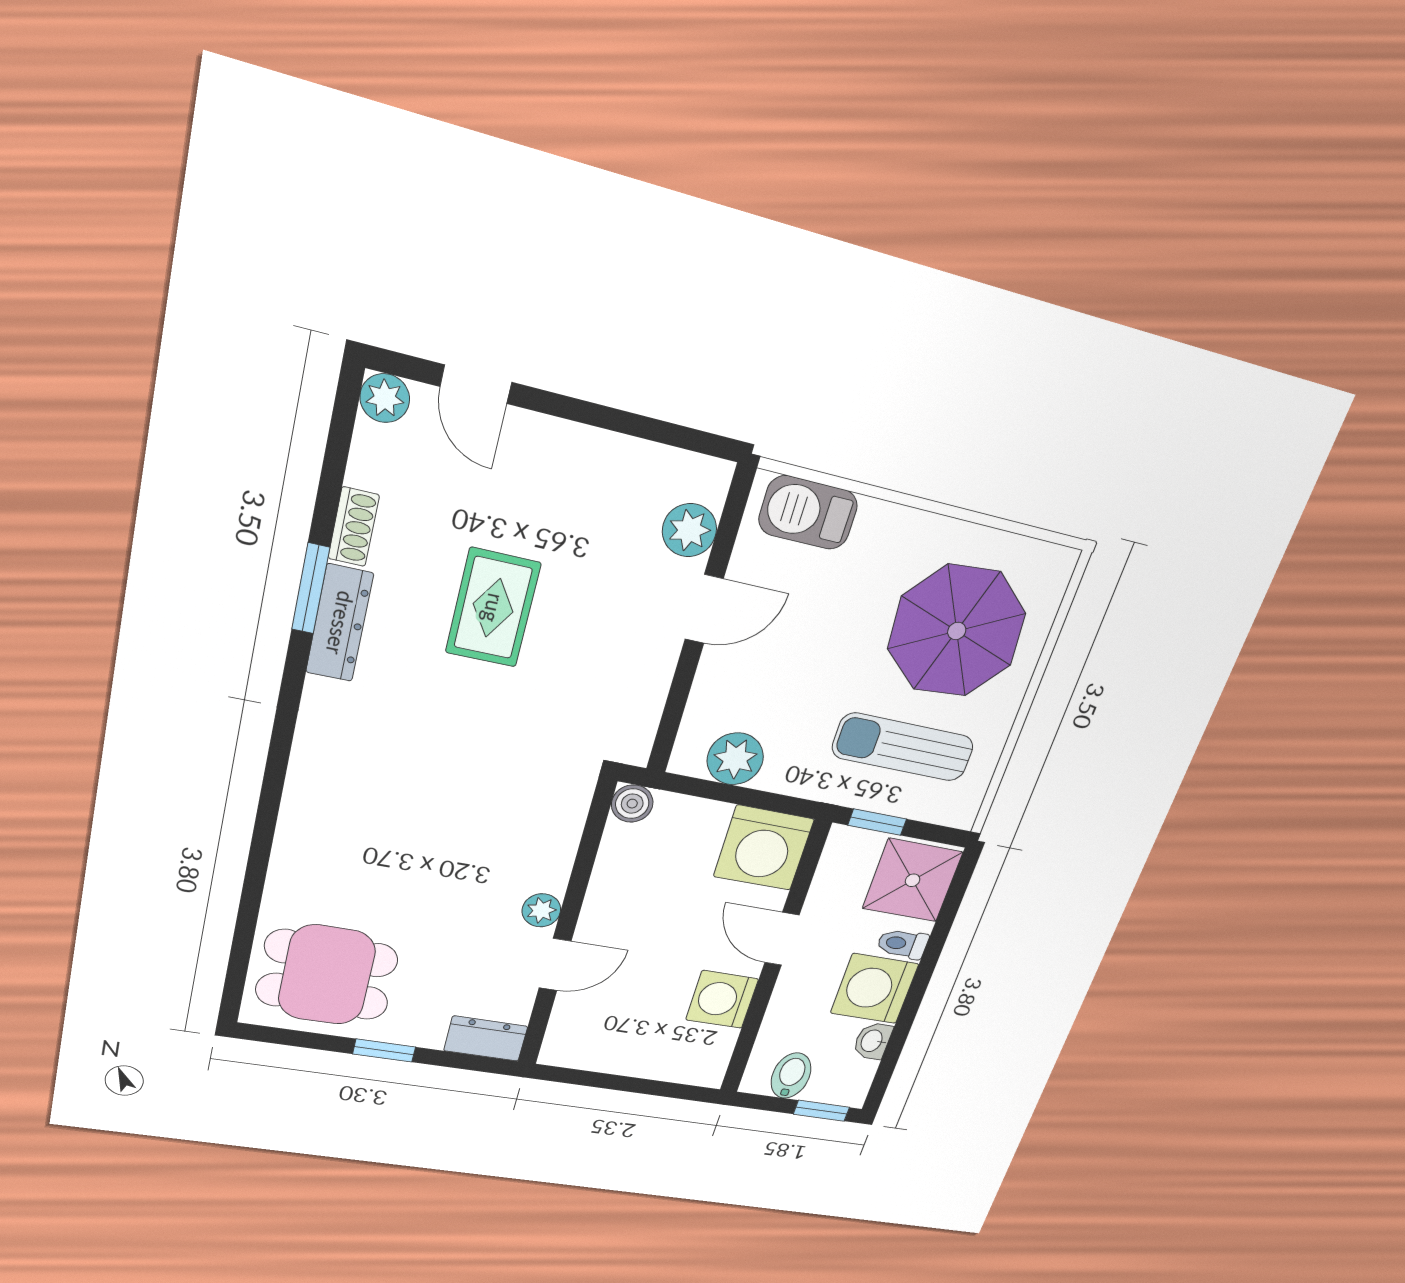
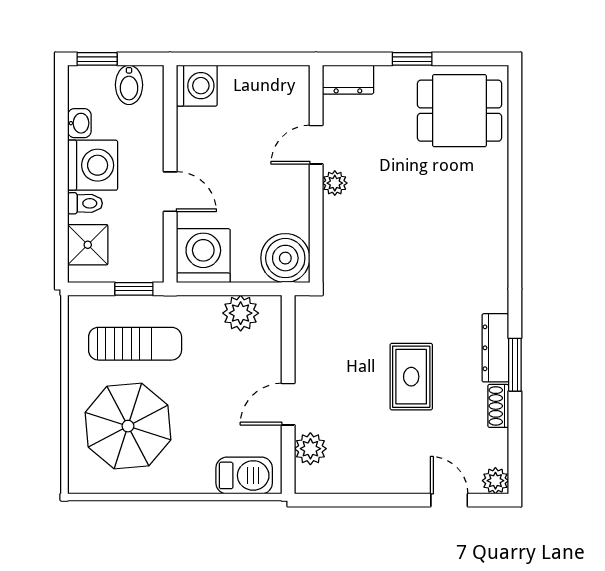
boiler: (632, 804) -> (285, 258), width x1.86, depth x1.86
shower: (913, 880) -> (88, 245), width x0.73, depth x0.73
washing machine: (722, 999) -> (197, 86), moved

